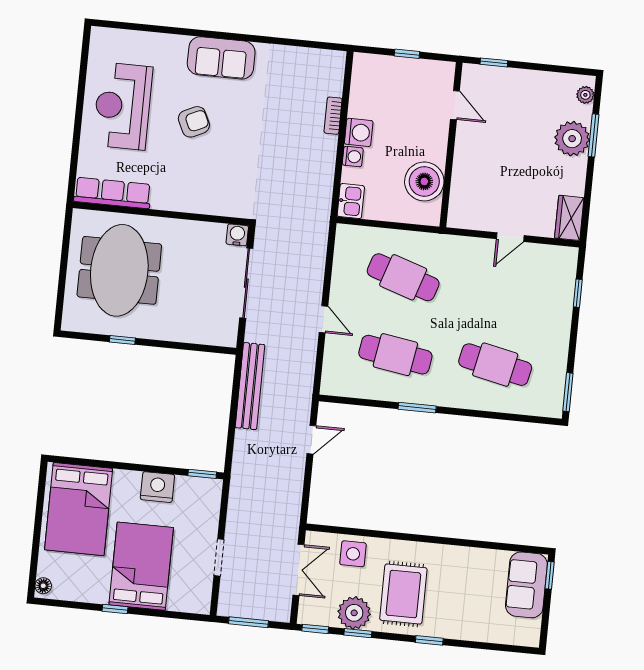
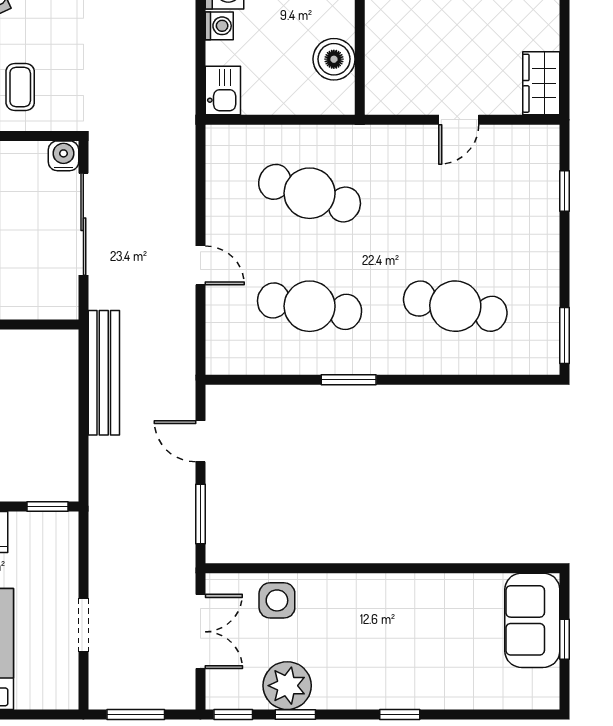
boiler: (424, 181) -> (334, 59), width x0.73, depth x0.73
coffee table: (212, 185) -> (20, 87), added
door: (311, 440) -> (200, 441), swing flipped
window: (306, 489) -> (200, 514), added
window: (550, 575) -> (564, 639), moved
rug: (403, 594) -> (356, 651), removed

